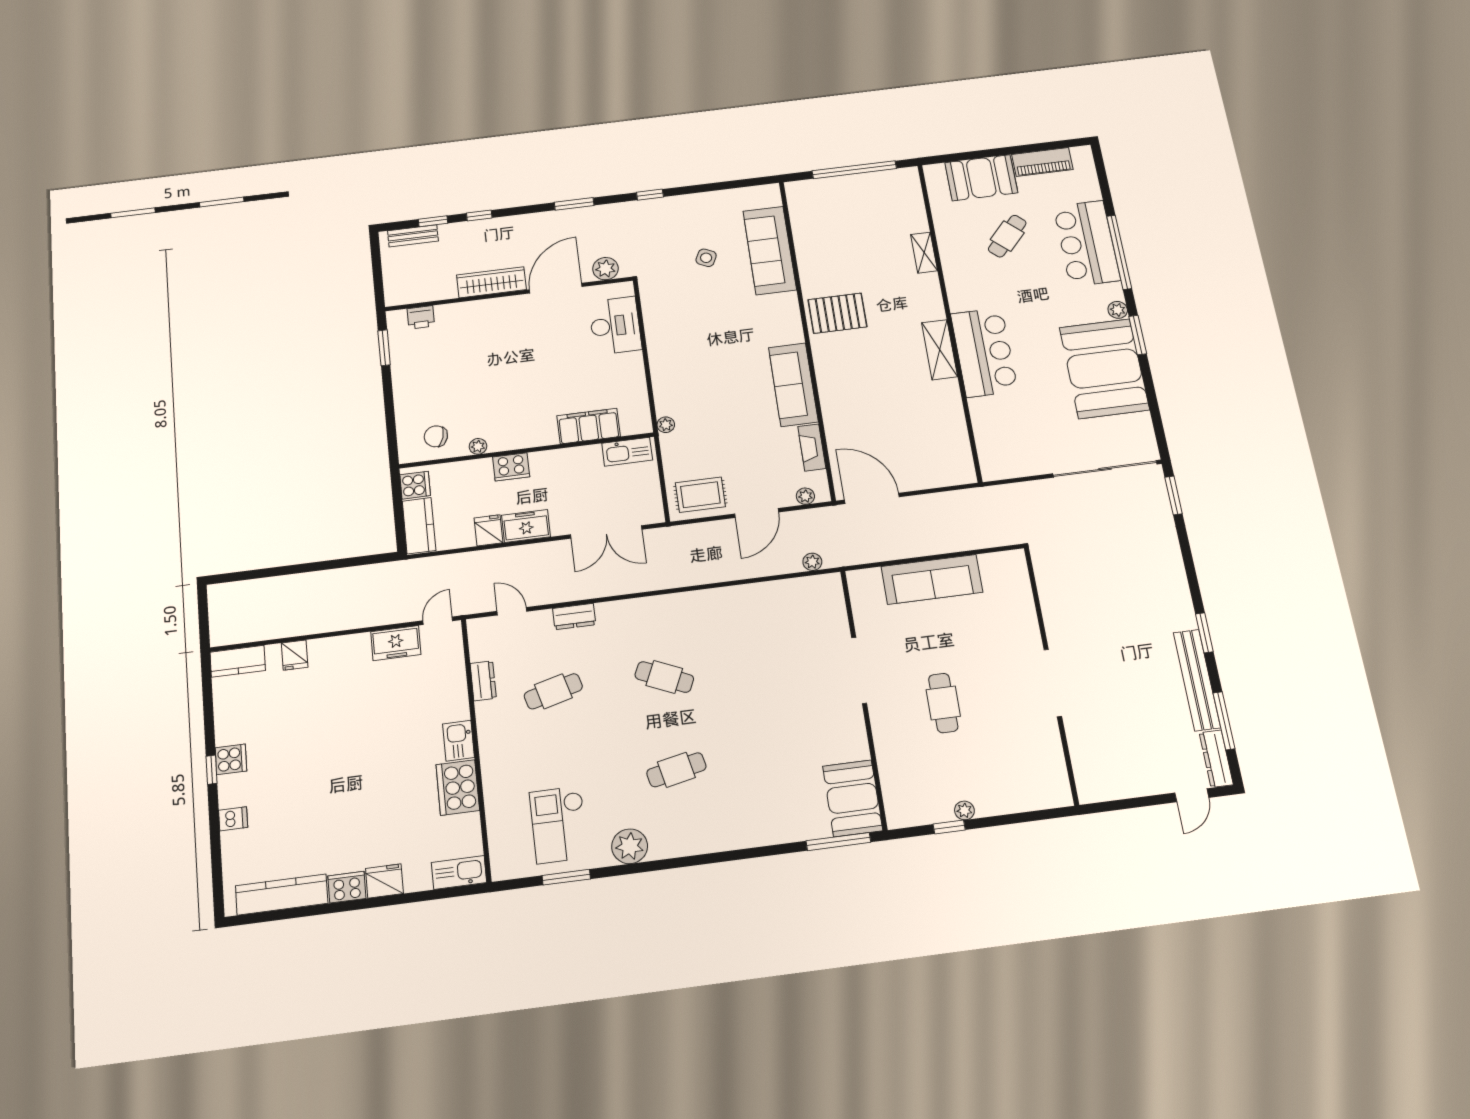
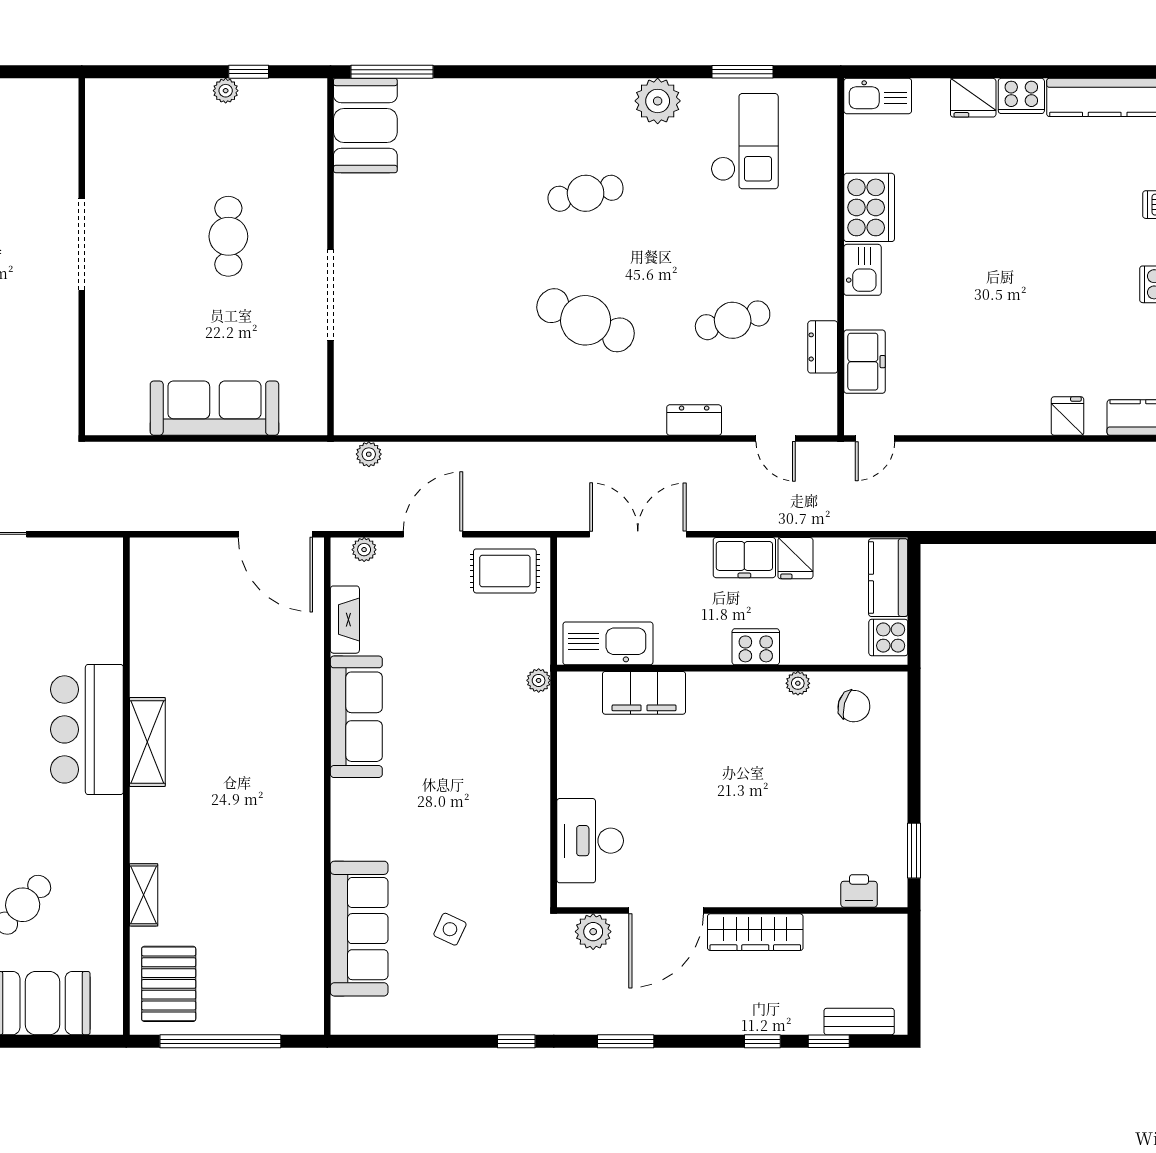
pallet: (837, 313) -> (169, 984), moved, turned 90
kitchen sink: (627, 452) -> (608, 643), width x1.36, depth x1.24
freezer: (396, 643) -> (864, 362), moved, turned 90
cafe table: (664, 677) -> (586, 320), width x1.37, depth x1.35

